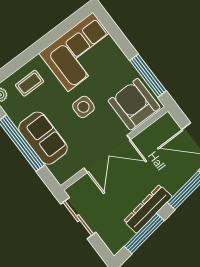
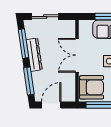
sliding door: (78, 218) -> (45, 17), moved

